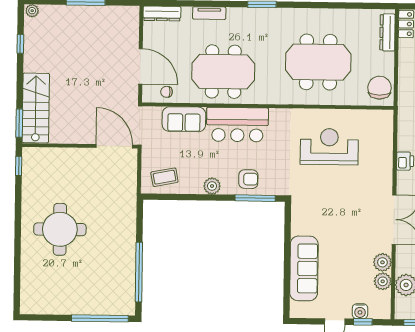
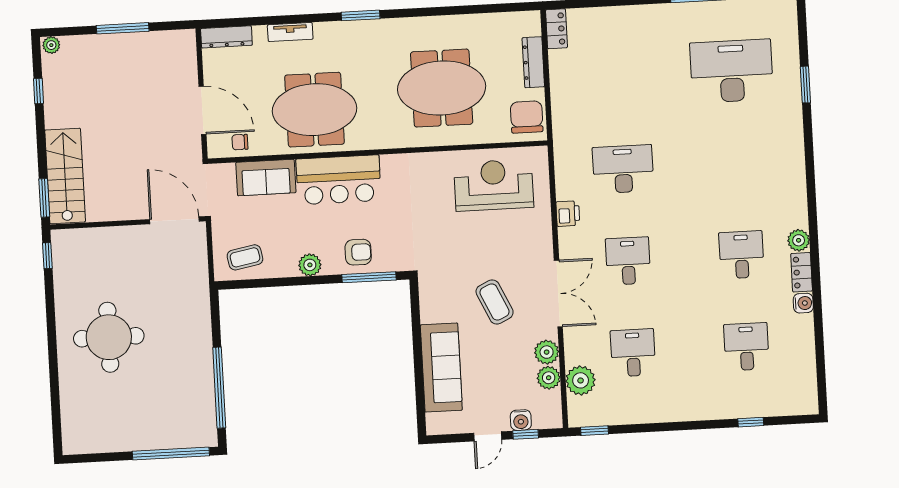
dresser: (387, 32) -> (533, 62), moved
reception desk: (329, 147) -> (494, 185), moved
coffee table: (347, 223) -> (495, 302), added

